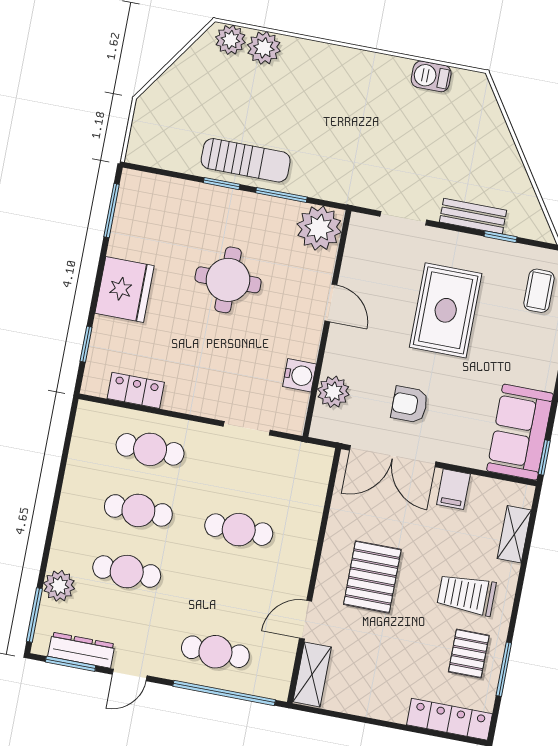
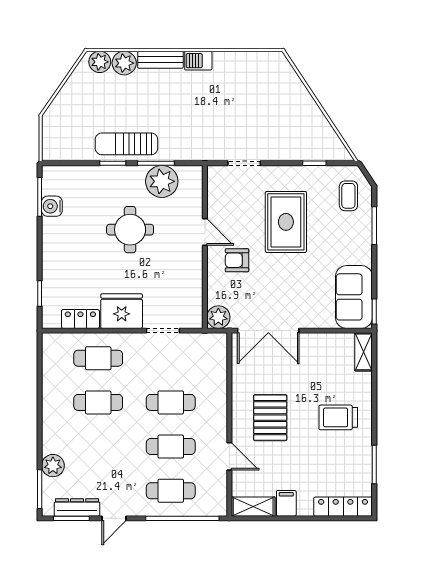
barbecue: (431, 76) -> (198, 61), moved
sun lounger: (246, 160) -> (126, 144), turned 180
bench: (473, 216) -> (160, 60), moved
plant: (319, 228) -> (162, 181), moved
fridge: (125, 289) -> (122, 311), moved, turned -90
water cooler: (299, 375) -> (52, 206), moved, turned 180
plant: (333, 392) -> (218, 317), moved
armchair: (410, 404) -> (237, 260), moved
filing cabinet: (453, 489) -> (286, 503), moved, turned 180
shelving: (514, 534) -> (364, 352), moved
cafe table: (127, 572) -> (171, 447), moved
door: (306, 620) -> (229, 456), swing flipped
pallet: (469, 654) -> (348, 458), removed
shelving: (312, 674) -> (253, 507), moved, turned 90

